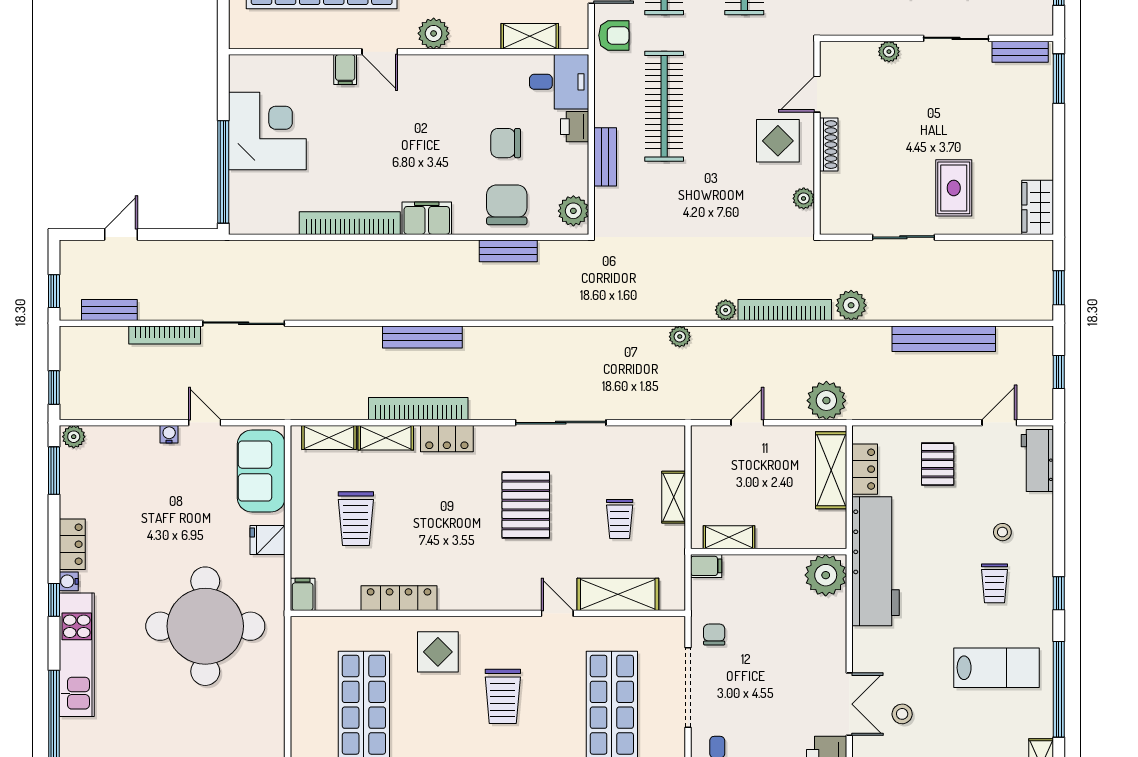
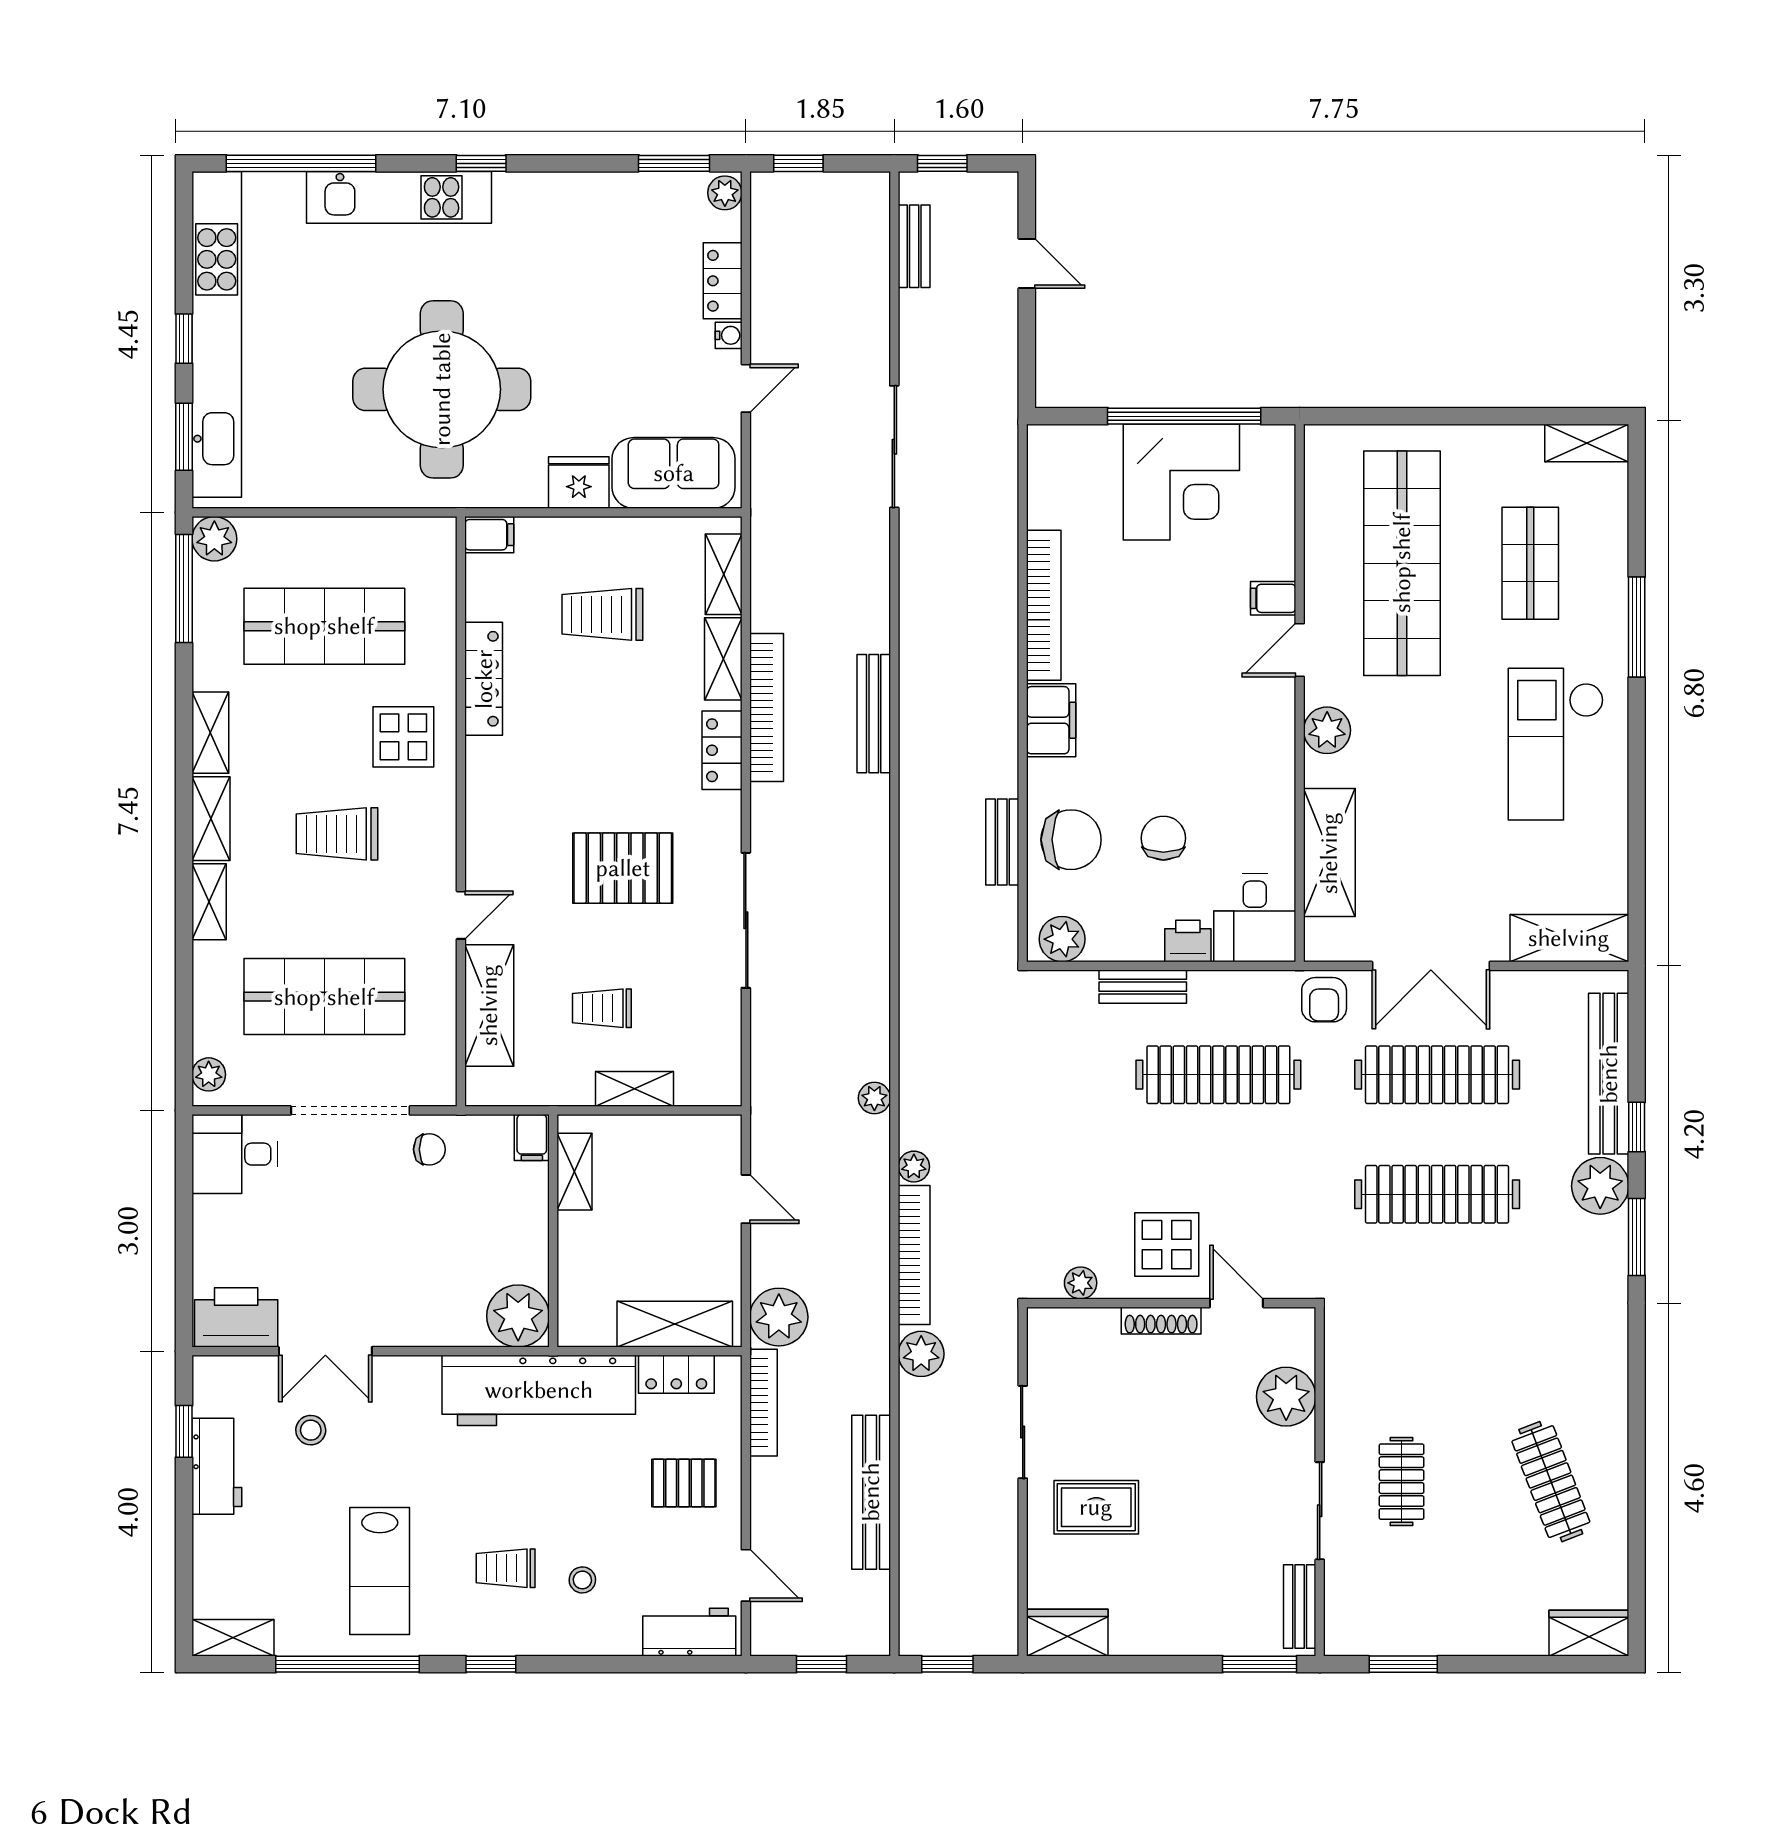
shelving: (530, 36) -> (1329, 853), width x1.50, depth x1.33
plant: (889, 52) -> (1286, 1397), width x1.87, depth x1.87
window: (223, 172) -> (1184, 416), moved
bookcase: (165, 335) -> (764, 1403), moved, turned 180
fridge: (268, 540) -> (579, 482), width x1.38
locker: (72, 544) -> (723, 281), moved, turned 90
water cooler: (69, 581) -> (509, 185), removed

